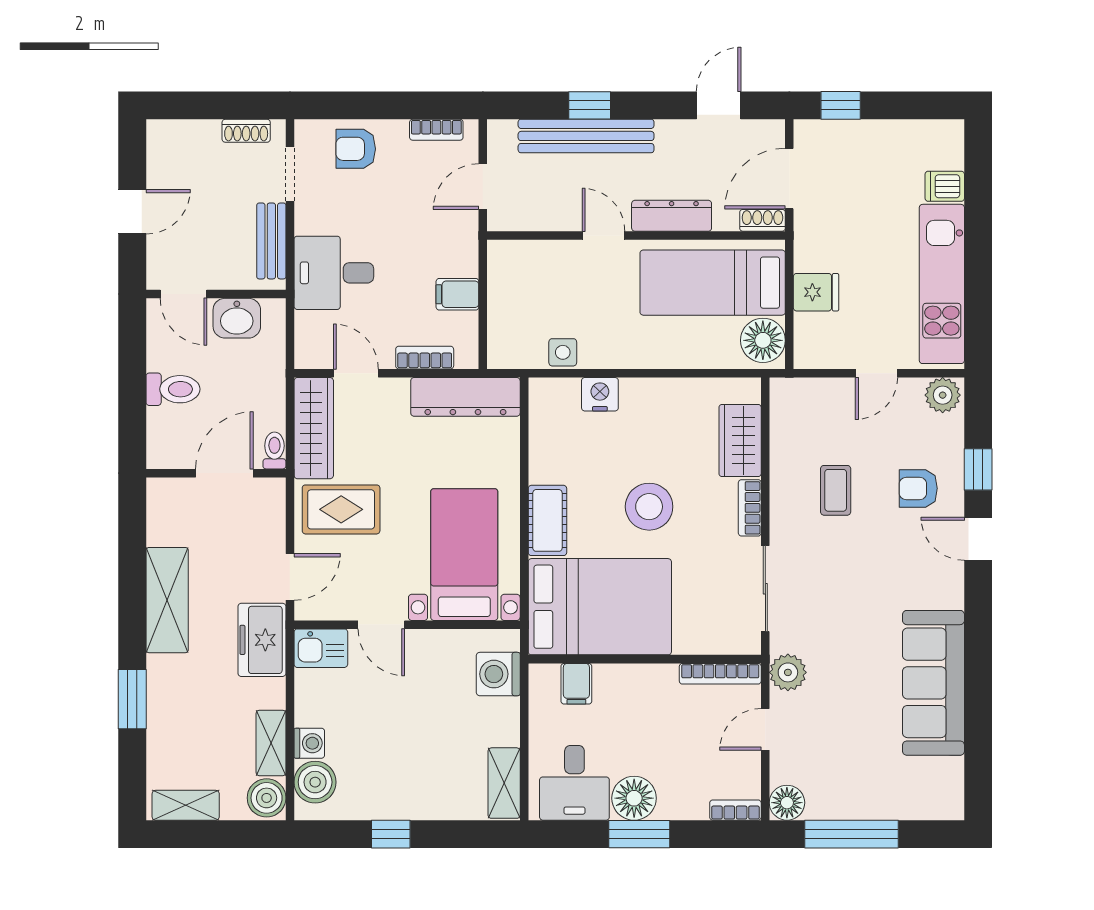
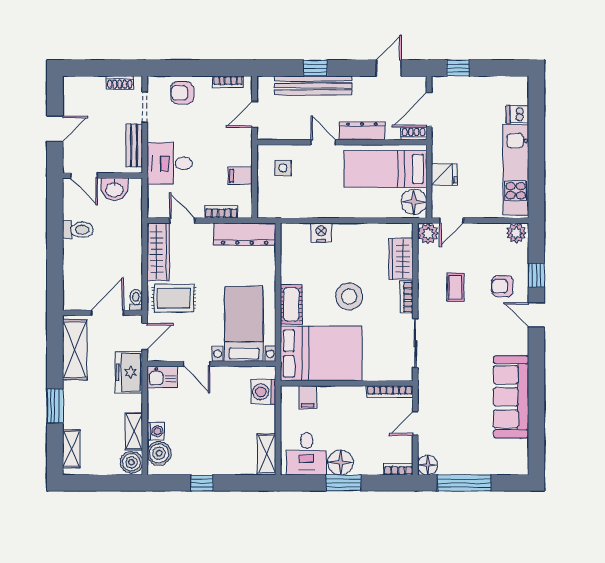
side table: (563, 352) -> (283, 168), moved
door: (876, 373) -> (451, 221), moved
toilet: (274, 450) -> (136, 300), moved
wall: (216, 473) -> (103, 313), moved
door: (224, 473) -> (107, 313), moved
plant: (788, 672) -> (428, 233), moved
shelving: (186, 805) -> (71, 449), moved, turned 90

